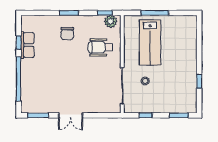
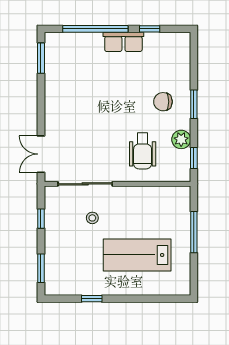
plant: (111, 21) -> (181, 139), moved
lab bench: (150, 42) -> (137, 255), moved
row of seats: (27, 45) -> (123, 42), moved
wheelchair: (100, 47) -> (143, 151), turned 180
double door: (71, 115) -> (41, 154), moved

